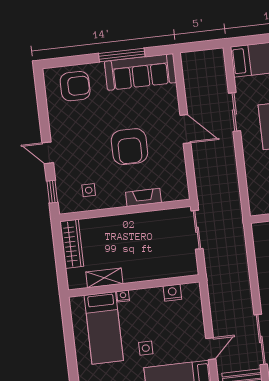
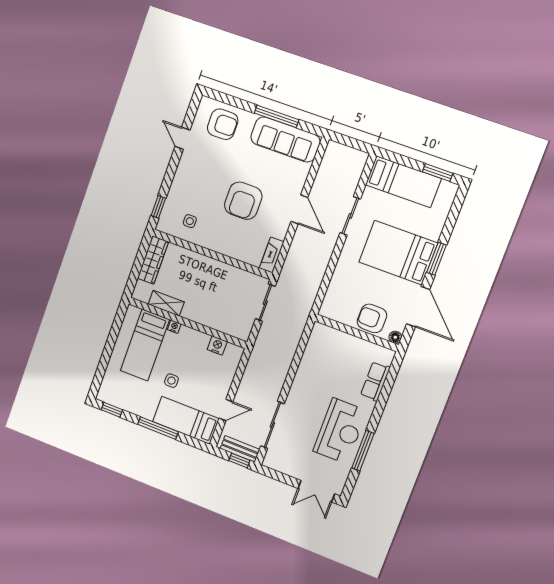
door: (48, 153) -> (182, 138), moved
fireplace: (143, 197) -> (272, 255), moved, turned -90

